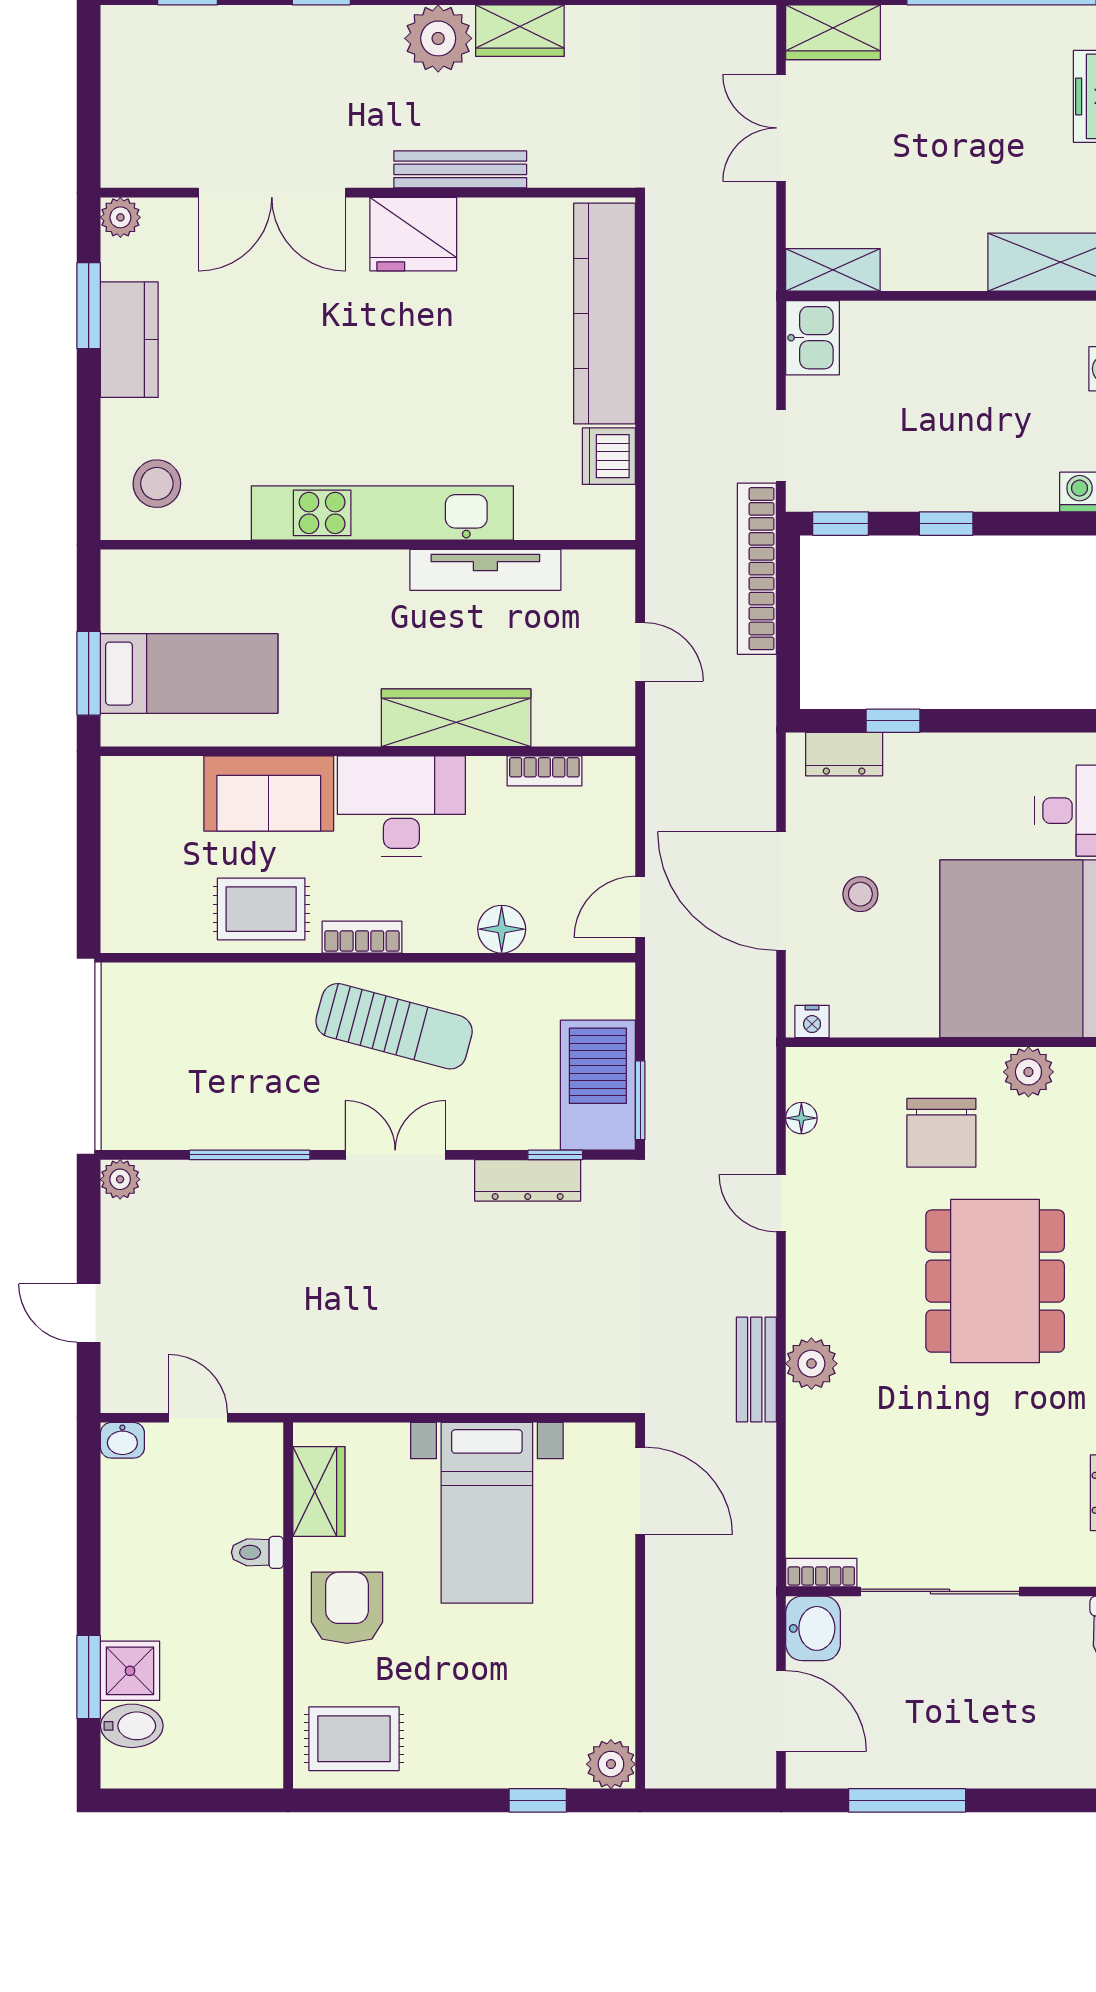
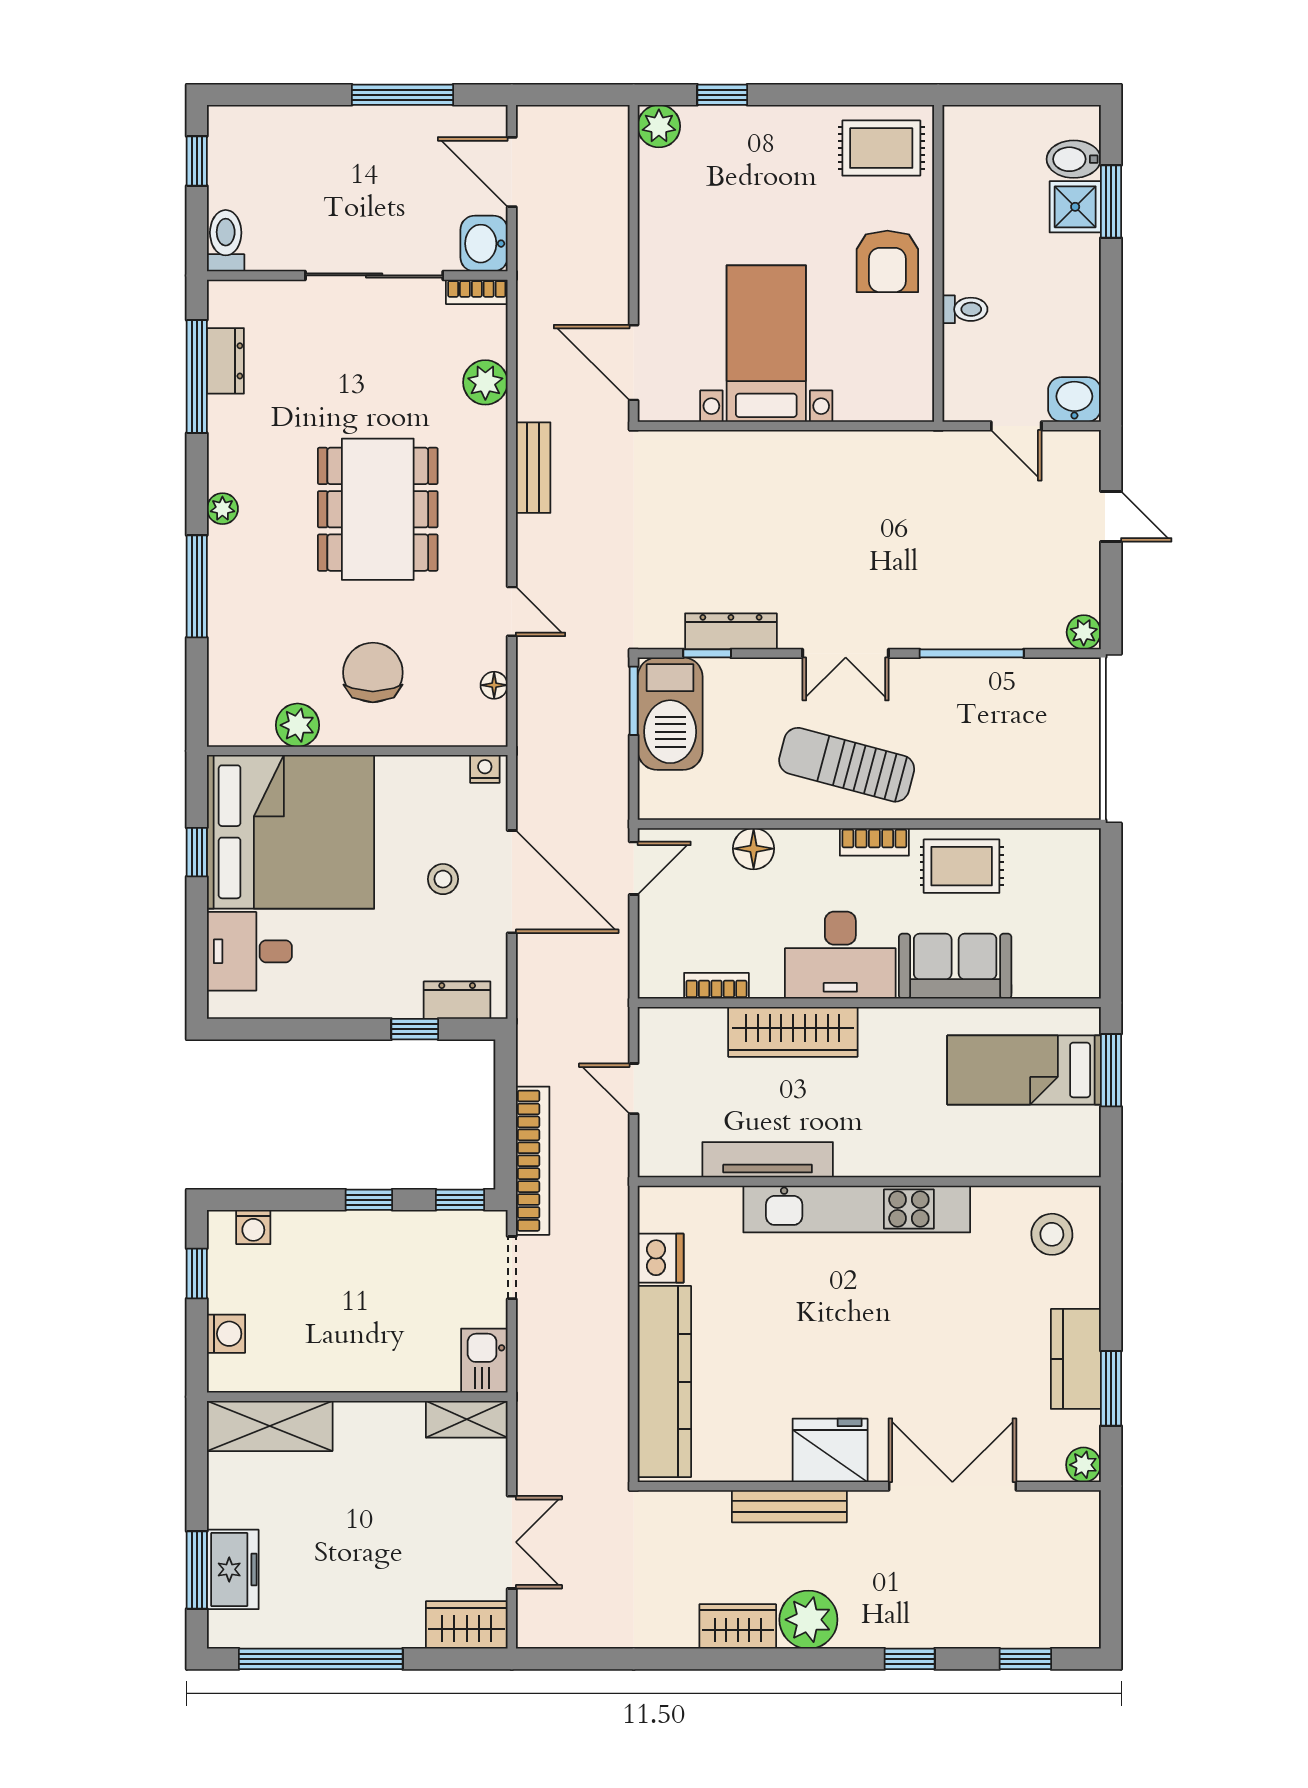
dining table: (995, 1281) -> (378, 509), moved
plant: (811, 1364) -> (485, 382), moved
washbasin: (122, 1440) -> (1074, 399), width x1.38, depth x1.45
wardrobe: (319, 1492) -> (912, 362), removed

